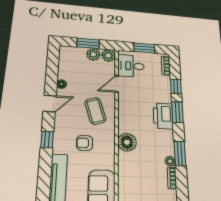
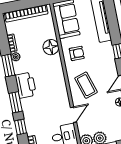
printer: (163, 116) -> (26, 85), moved
floor lamp: (127, 142) -> (51, 47), moved
armchair: (85, 143) -> (77, 53), moved

